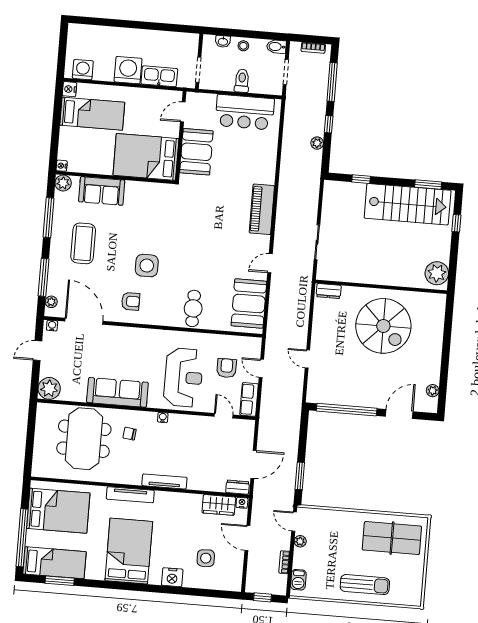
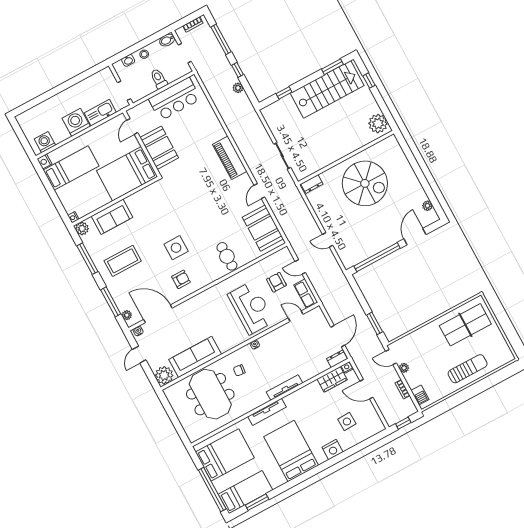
coffee table: (83, 243) -> (123, 261), turned 90
sofa: (117, 392) -> (195, 357), moved

